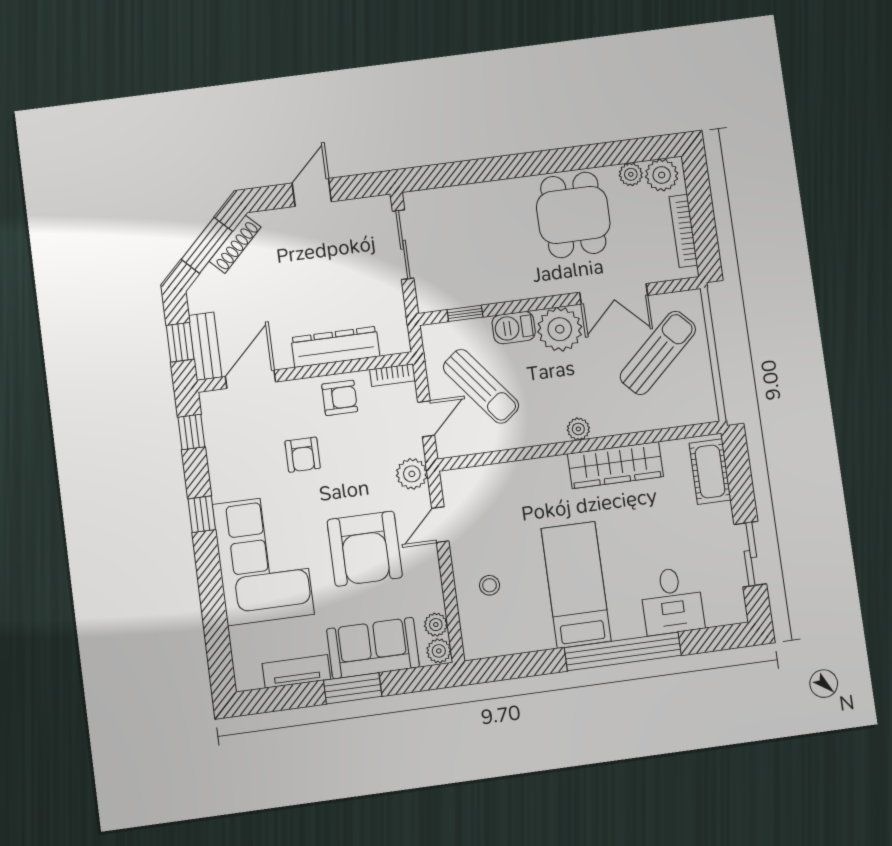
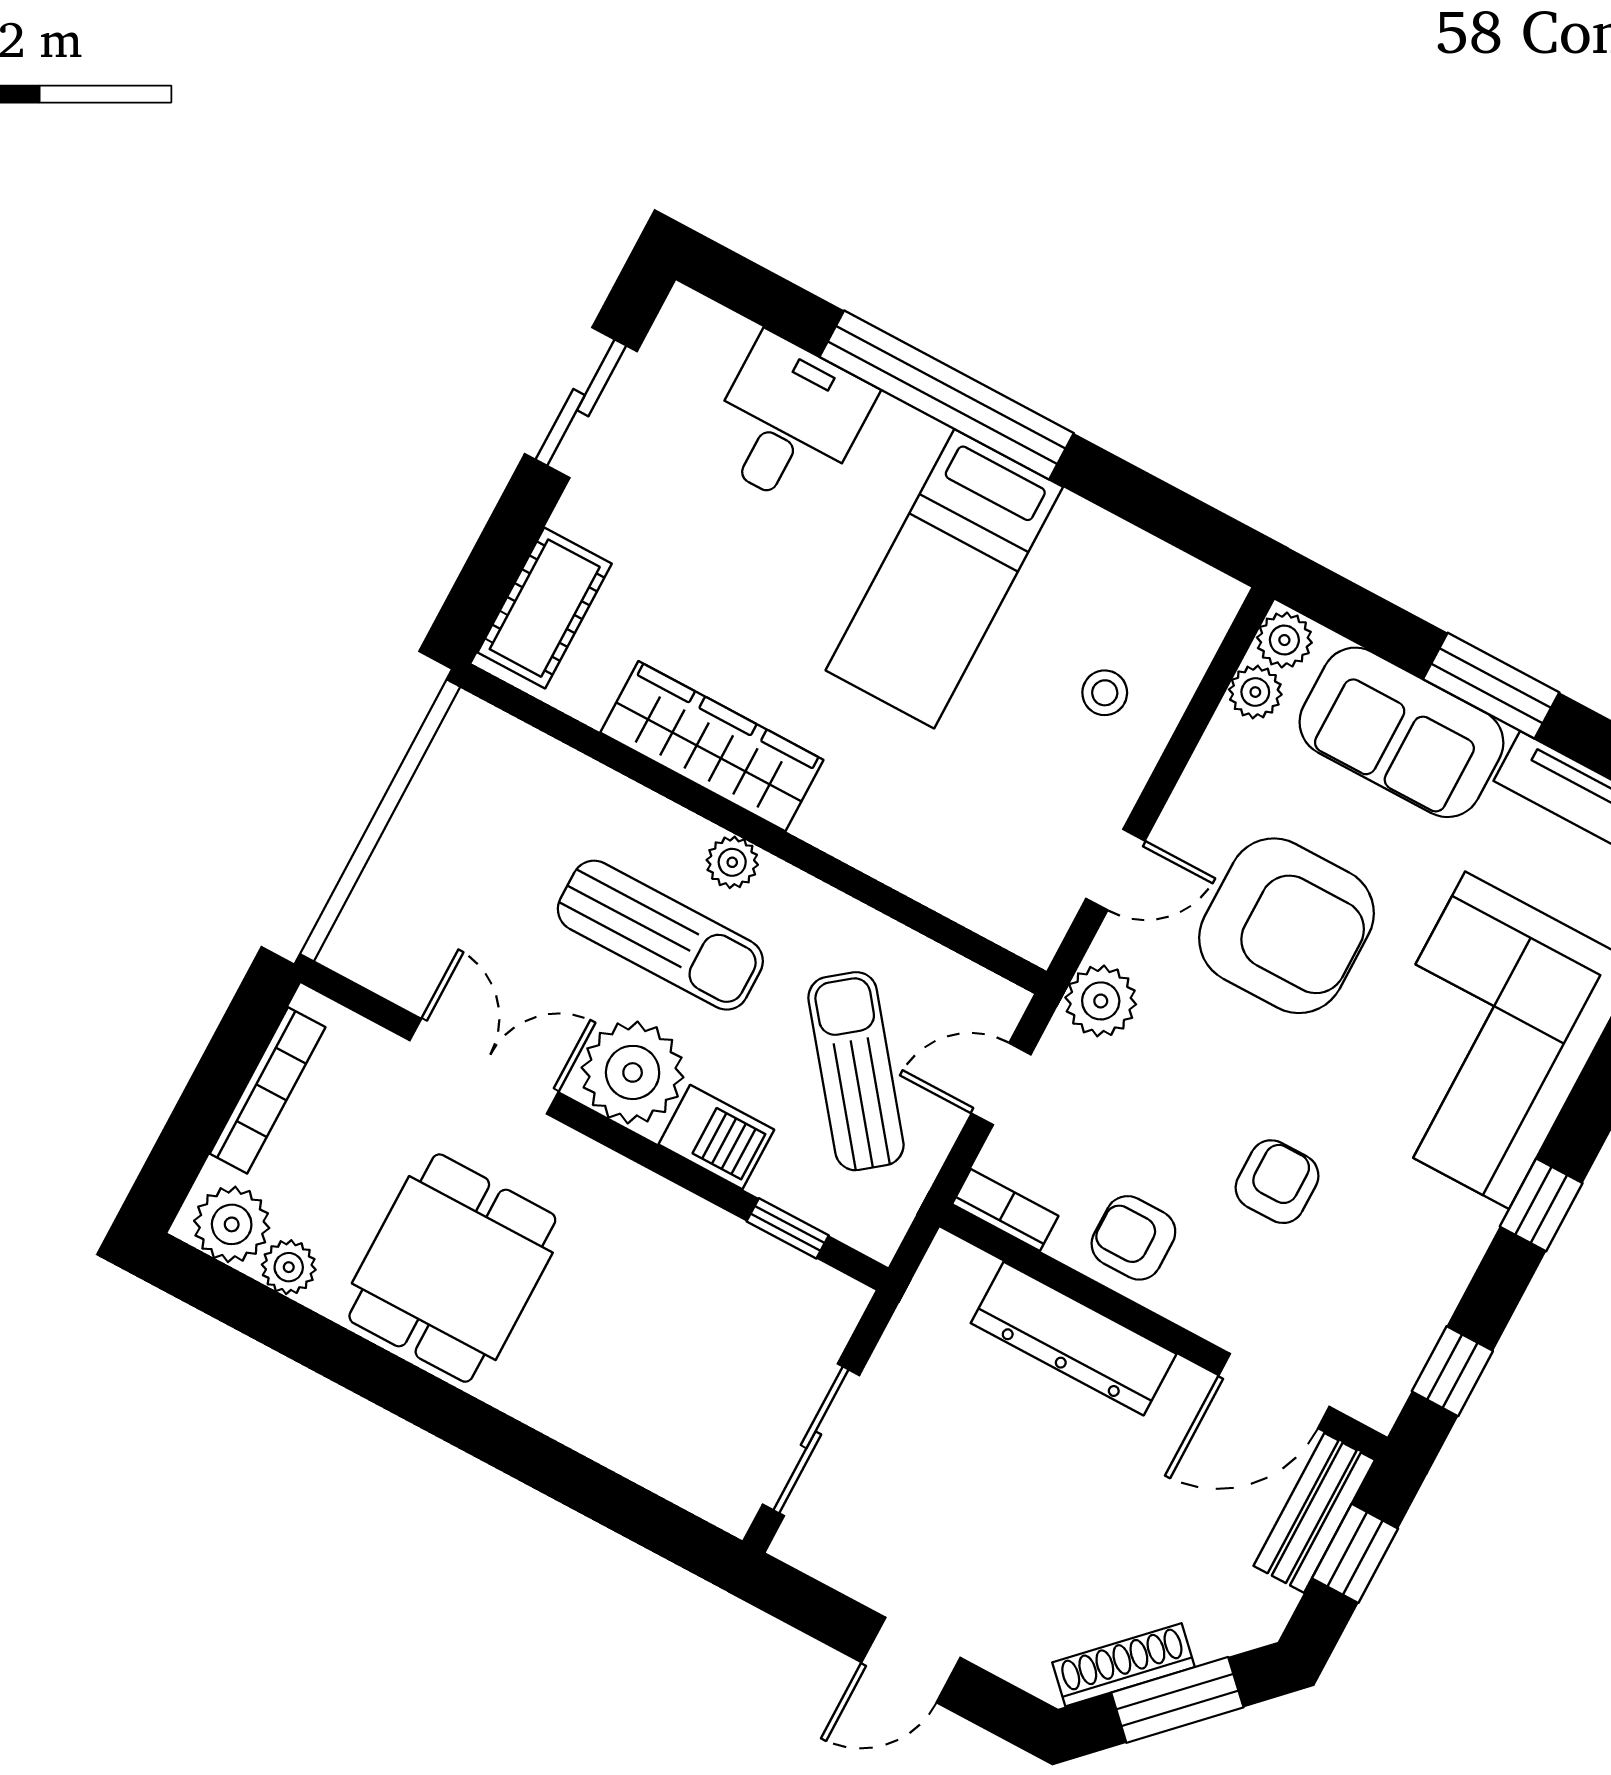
sun lounger: (658, 353) -> (660, 935), moved, turned -137
armchair: (365, 549) -> (1286, 926), turned 90

